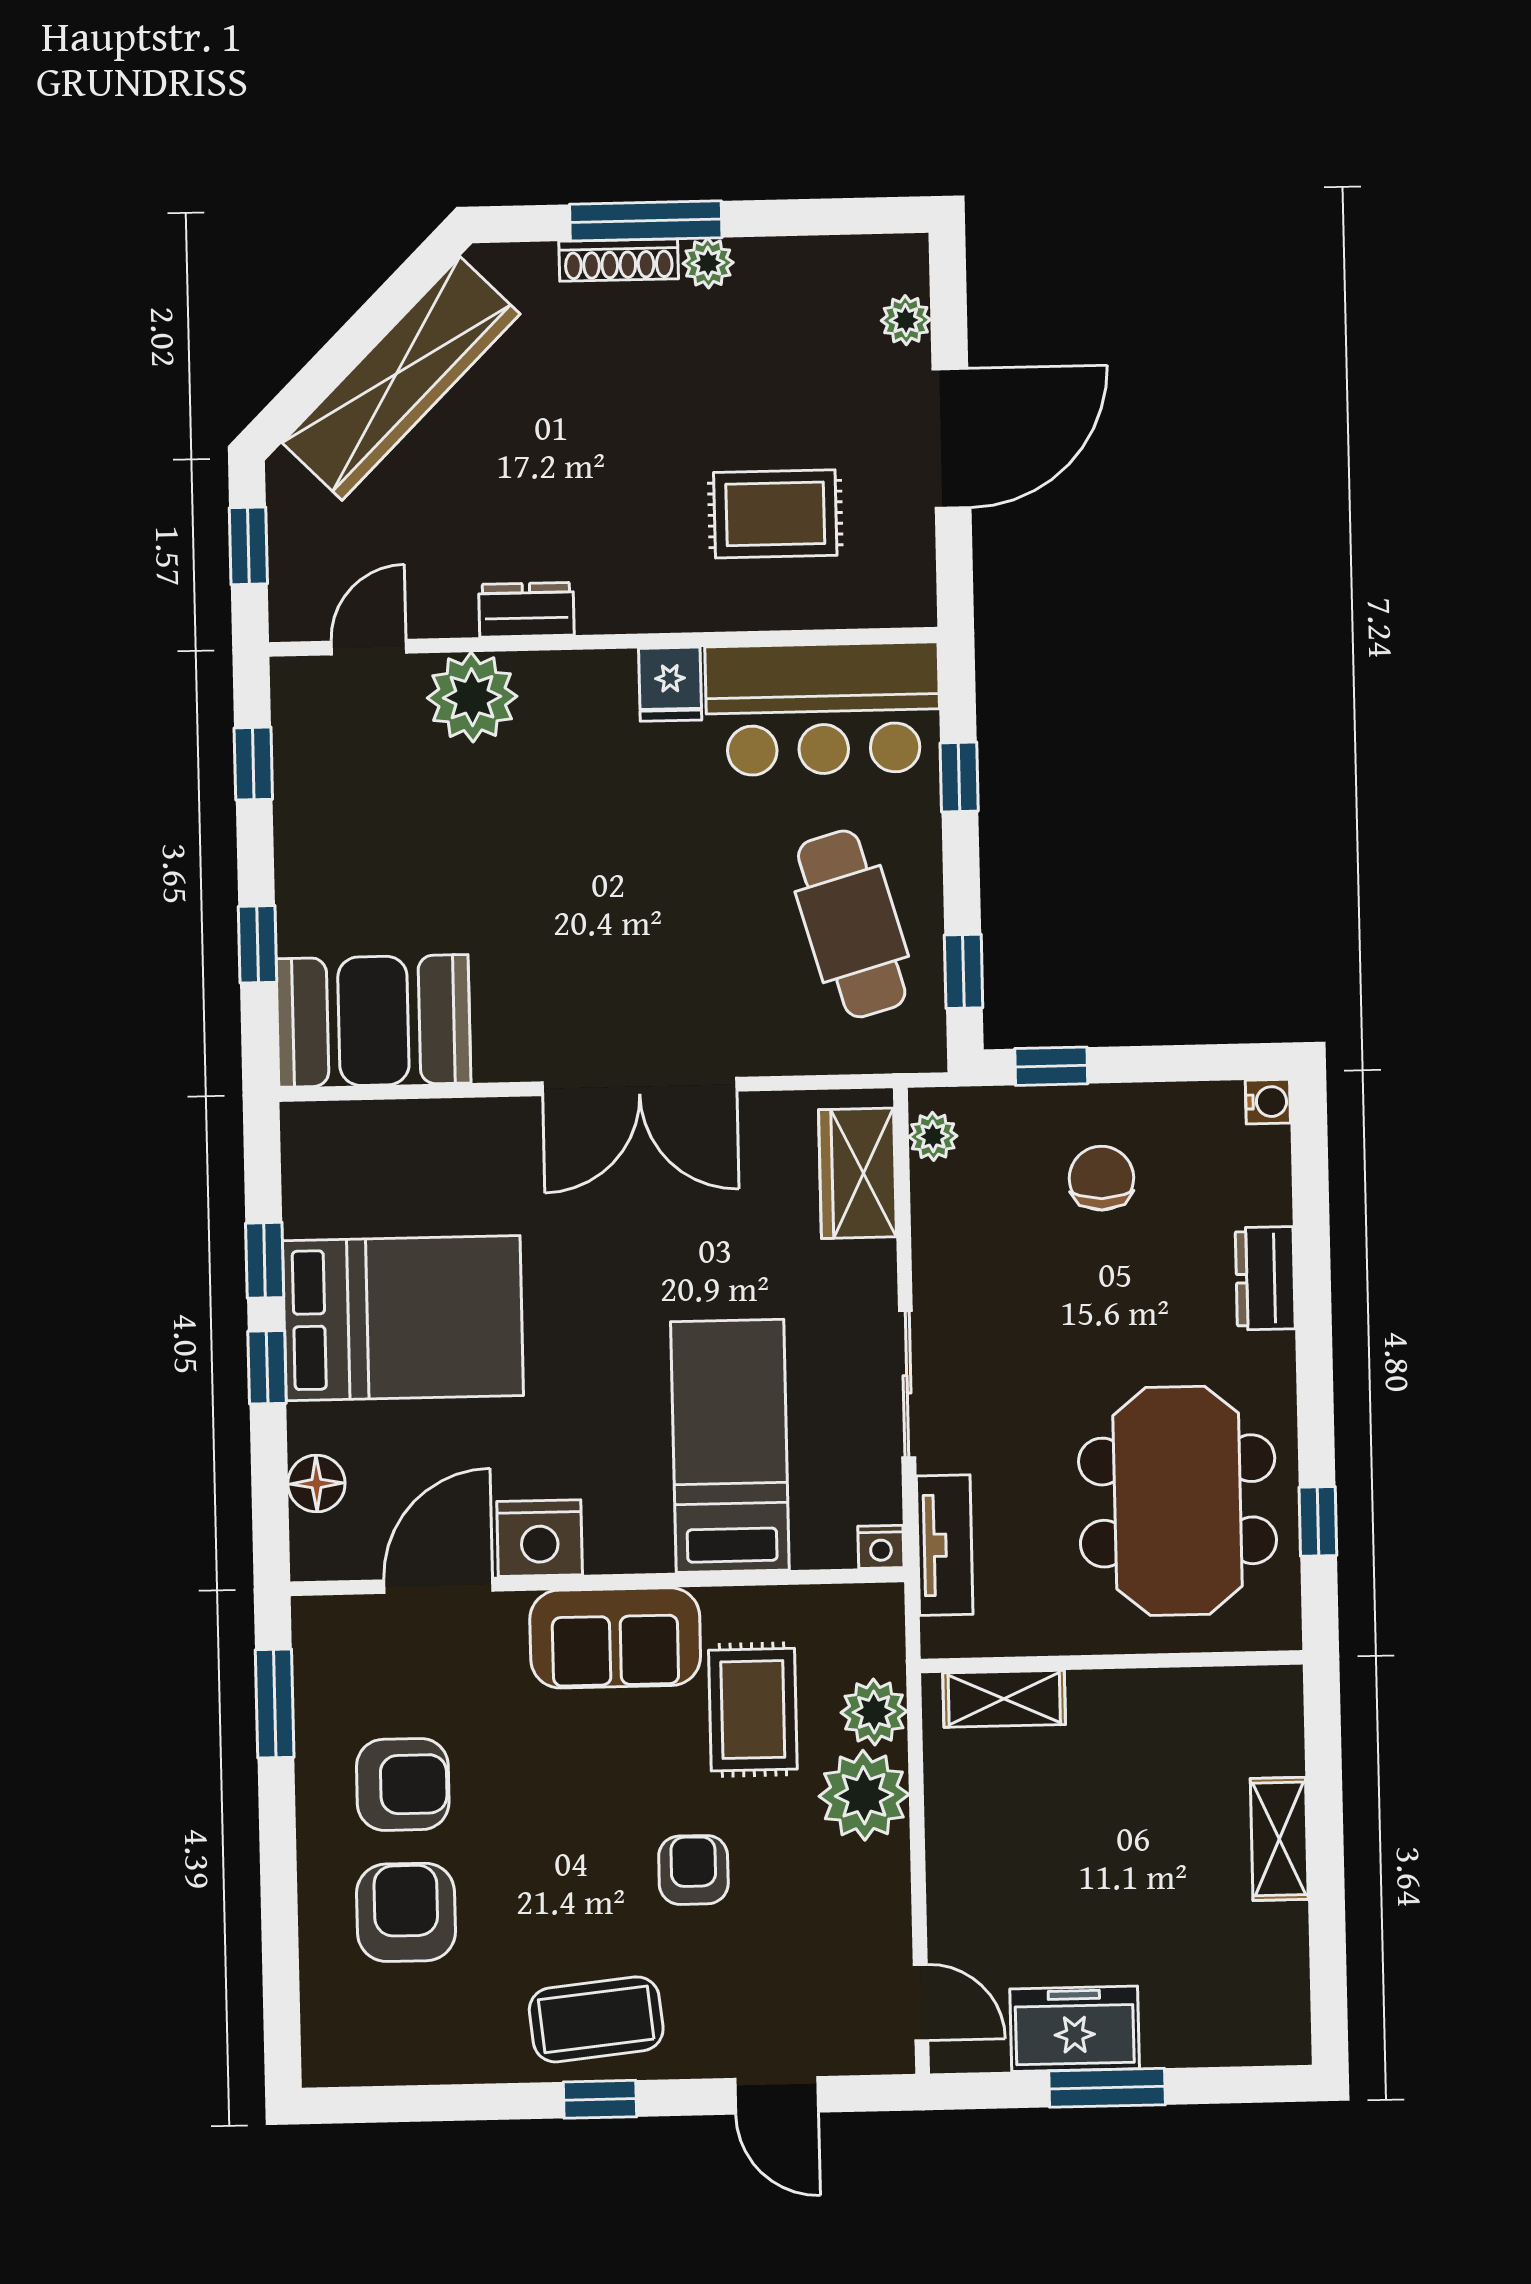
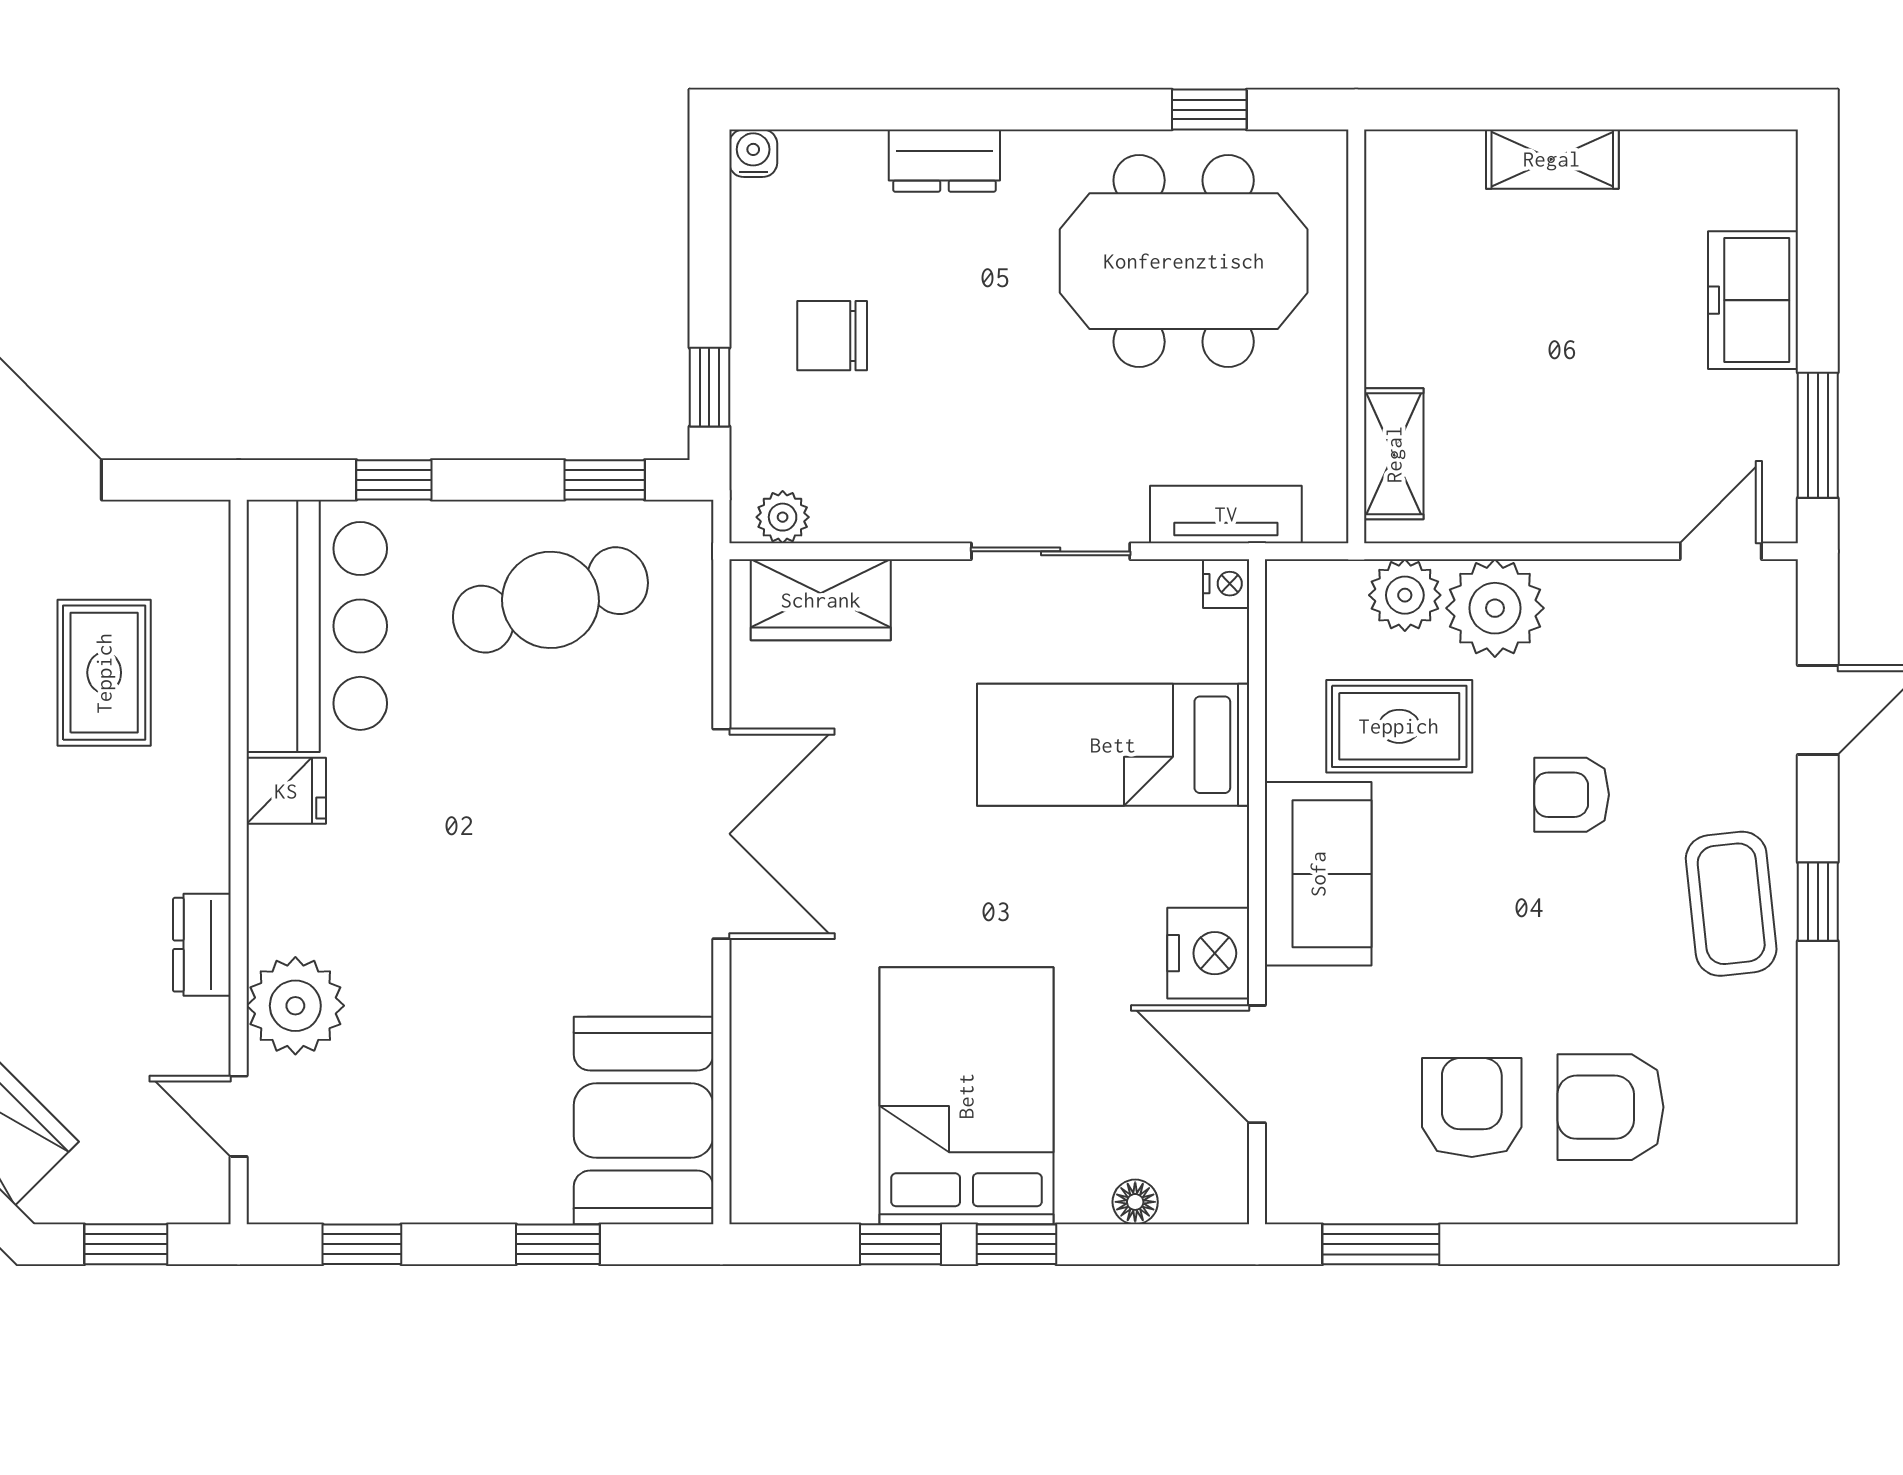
floor lamp: (316, 1483) -> (1135, 1202), width x0.73, depth x0.73
freezer: (1075, 2029) -> (1753, 300), moved
window: (1107, 2088) -> (1818, 435), moved

